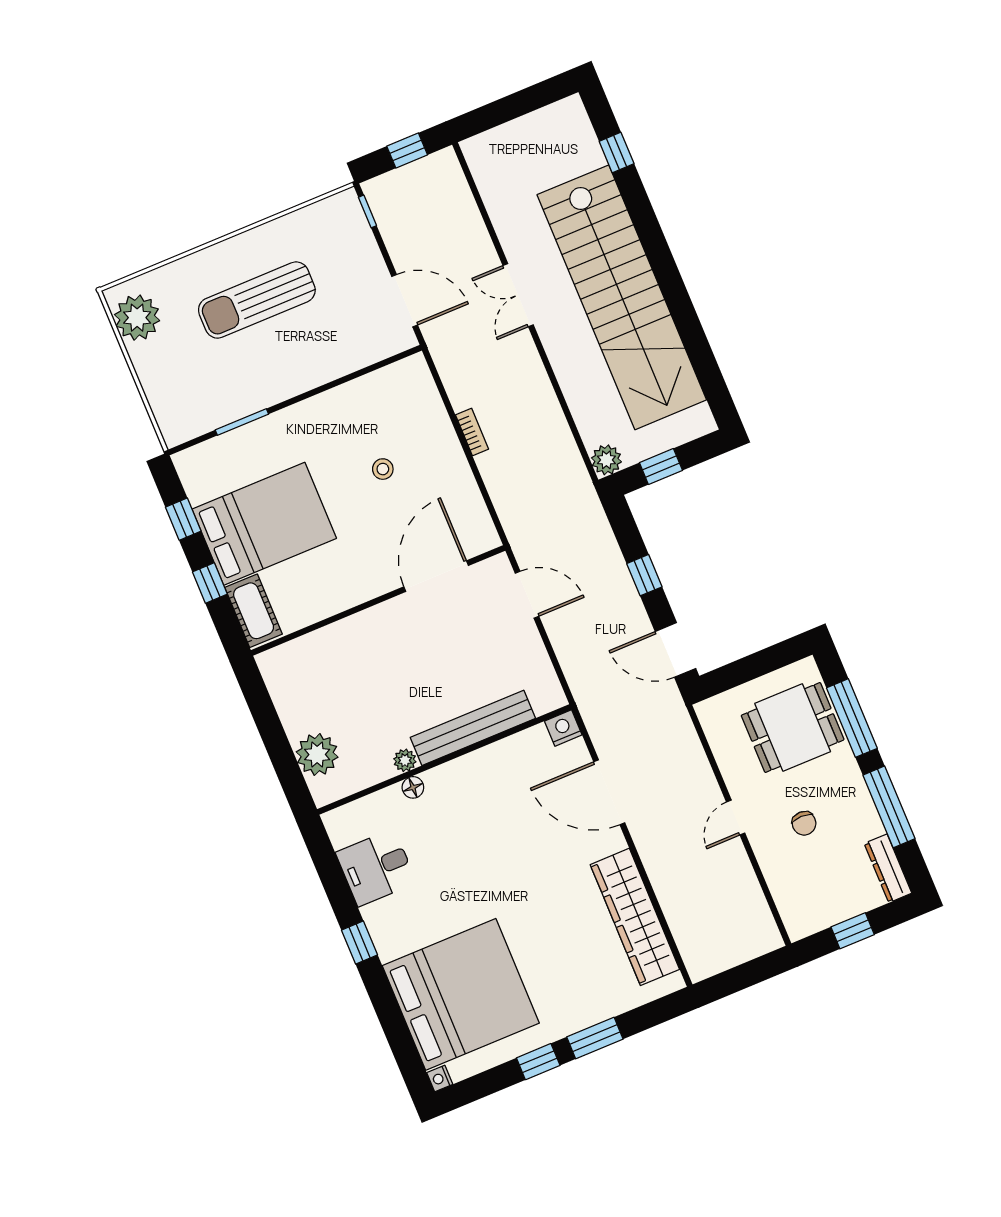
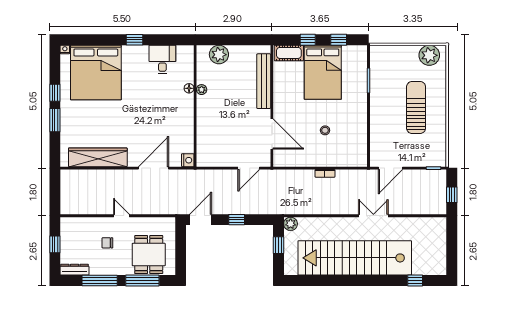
bench: (473, 728) -> (264, 81), moved

